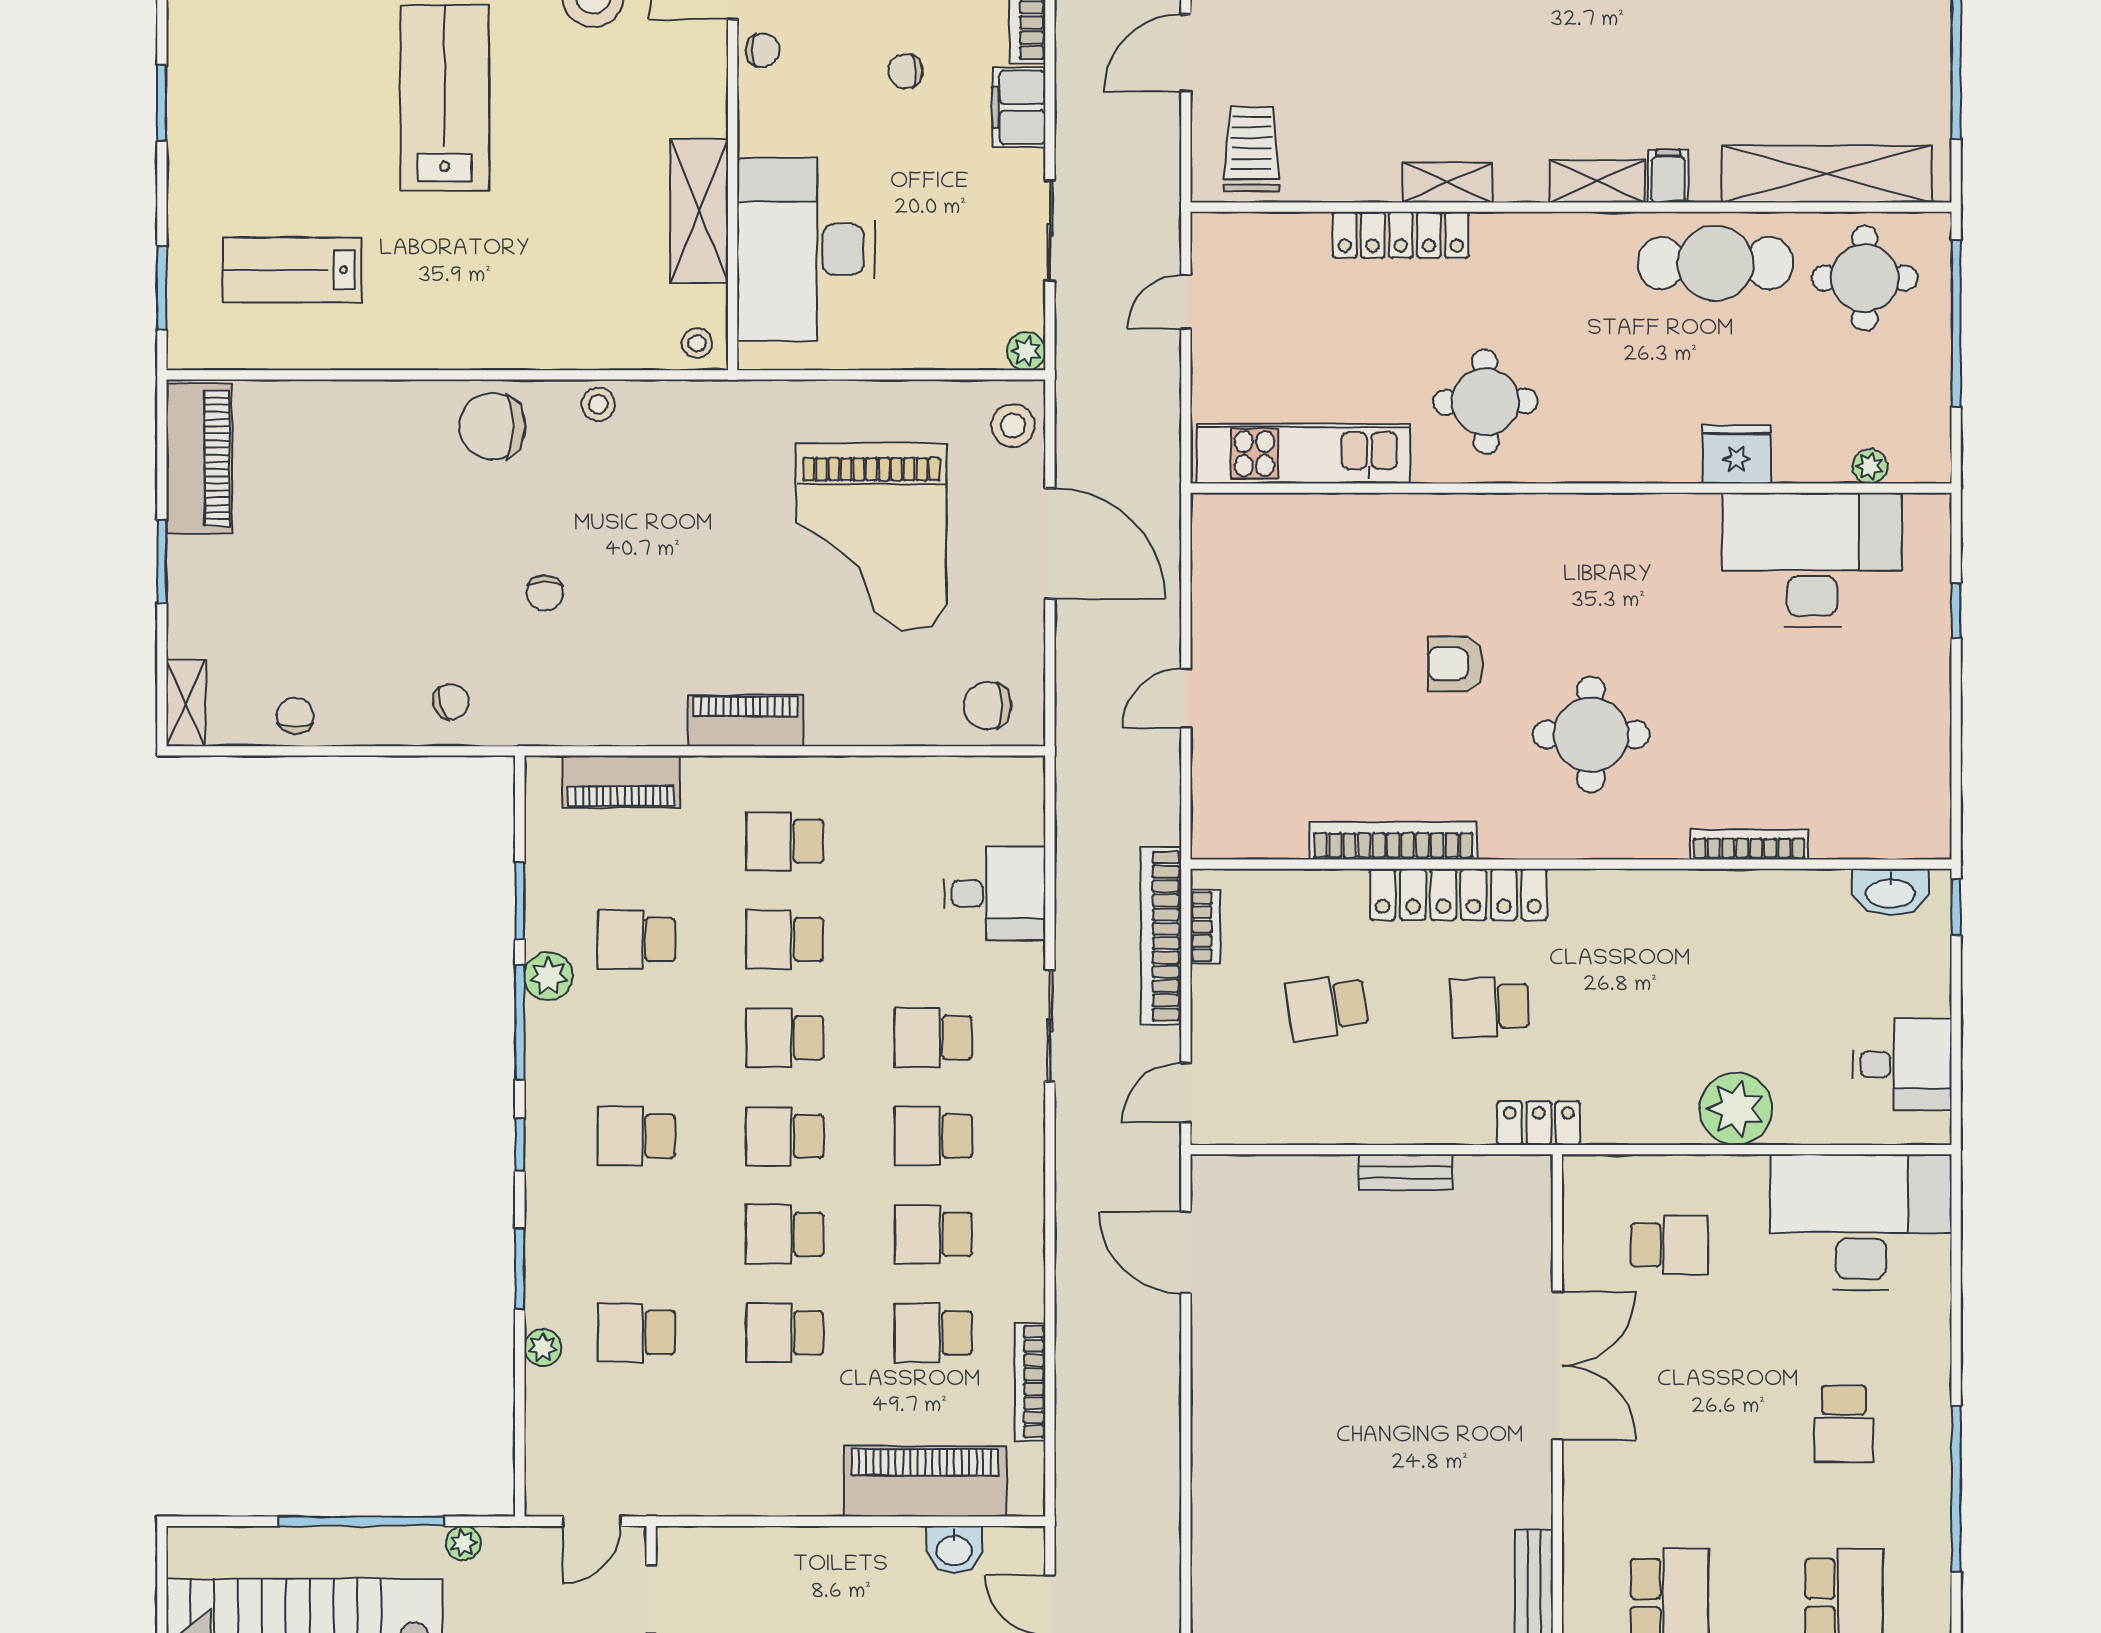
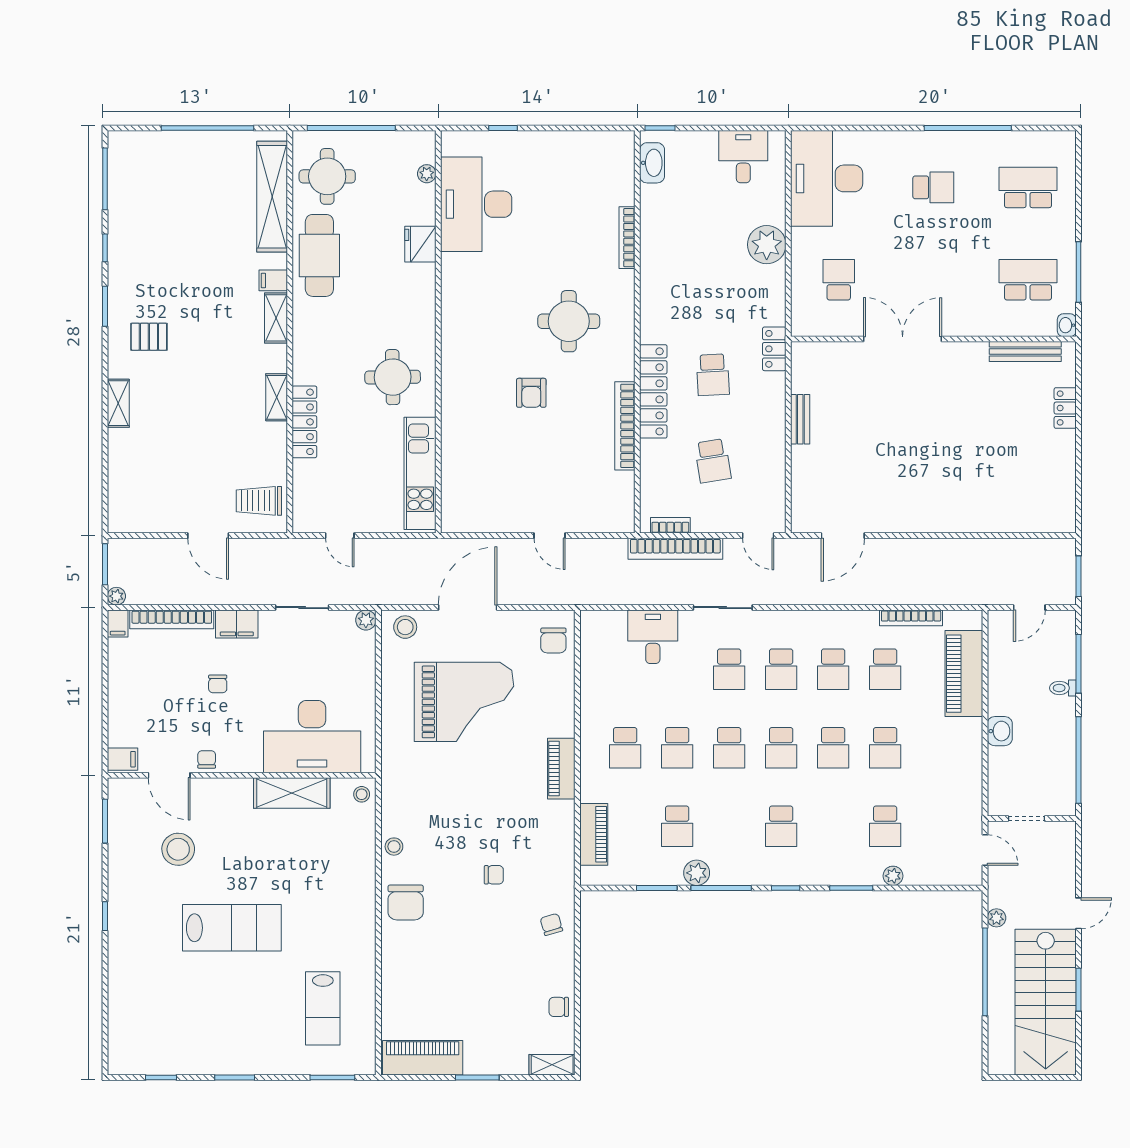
lab bench: (445, 98) -> (232, 928), turned 180
washbasin: (954, 1549) -> (1000, 731), moved

